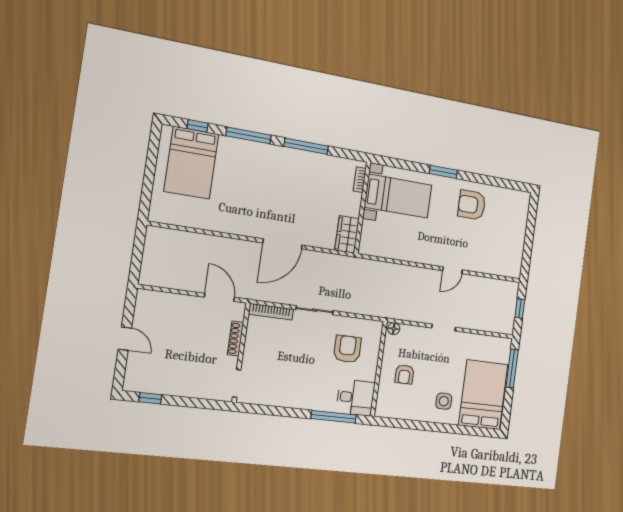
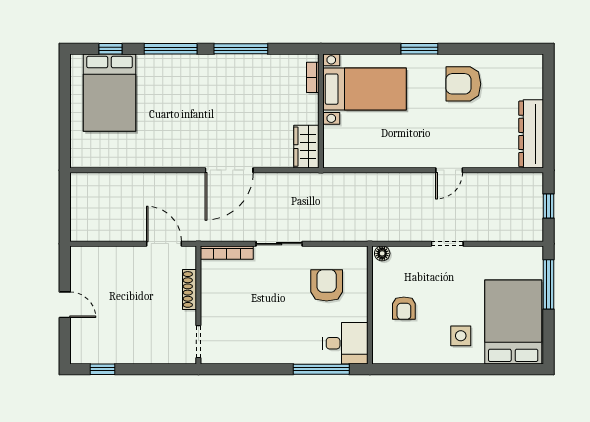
dresser: (515, 252) -> (531, 134), added

